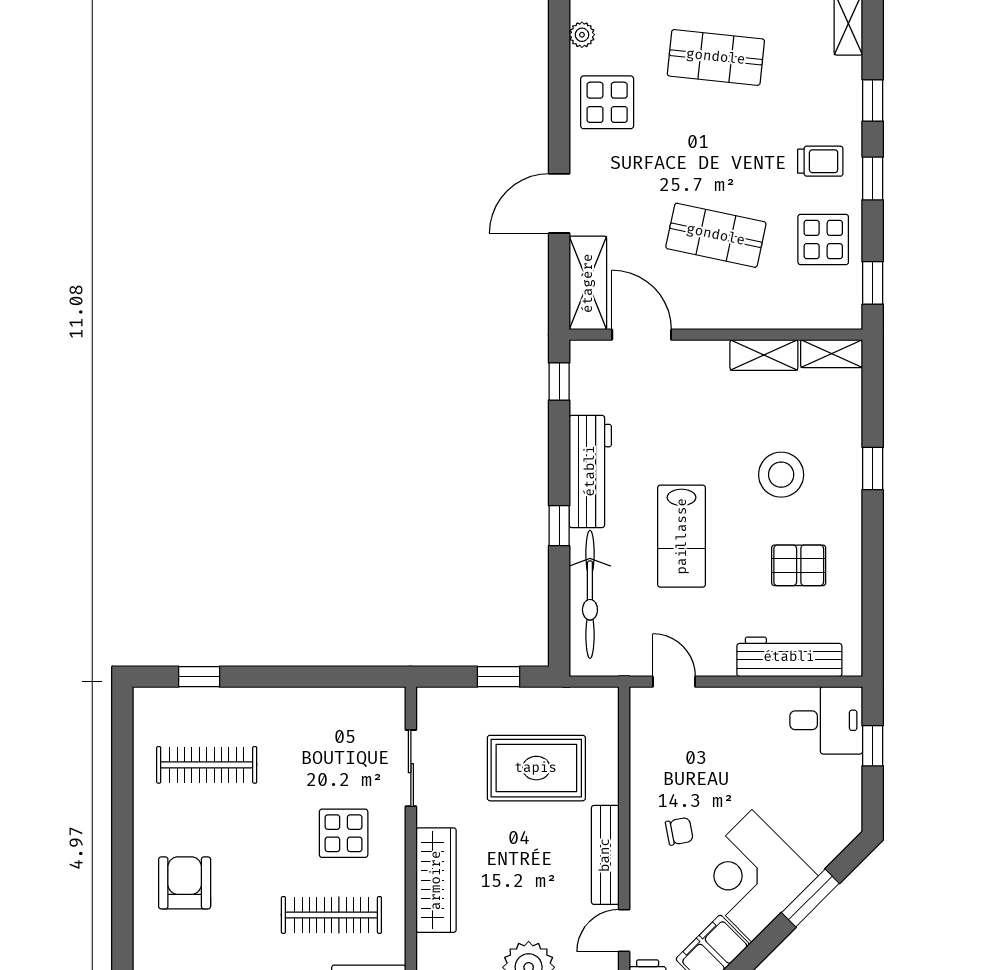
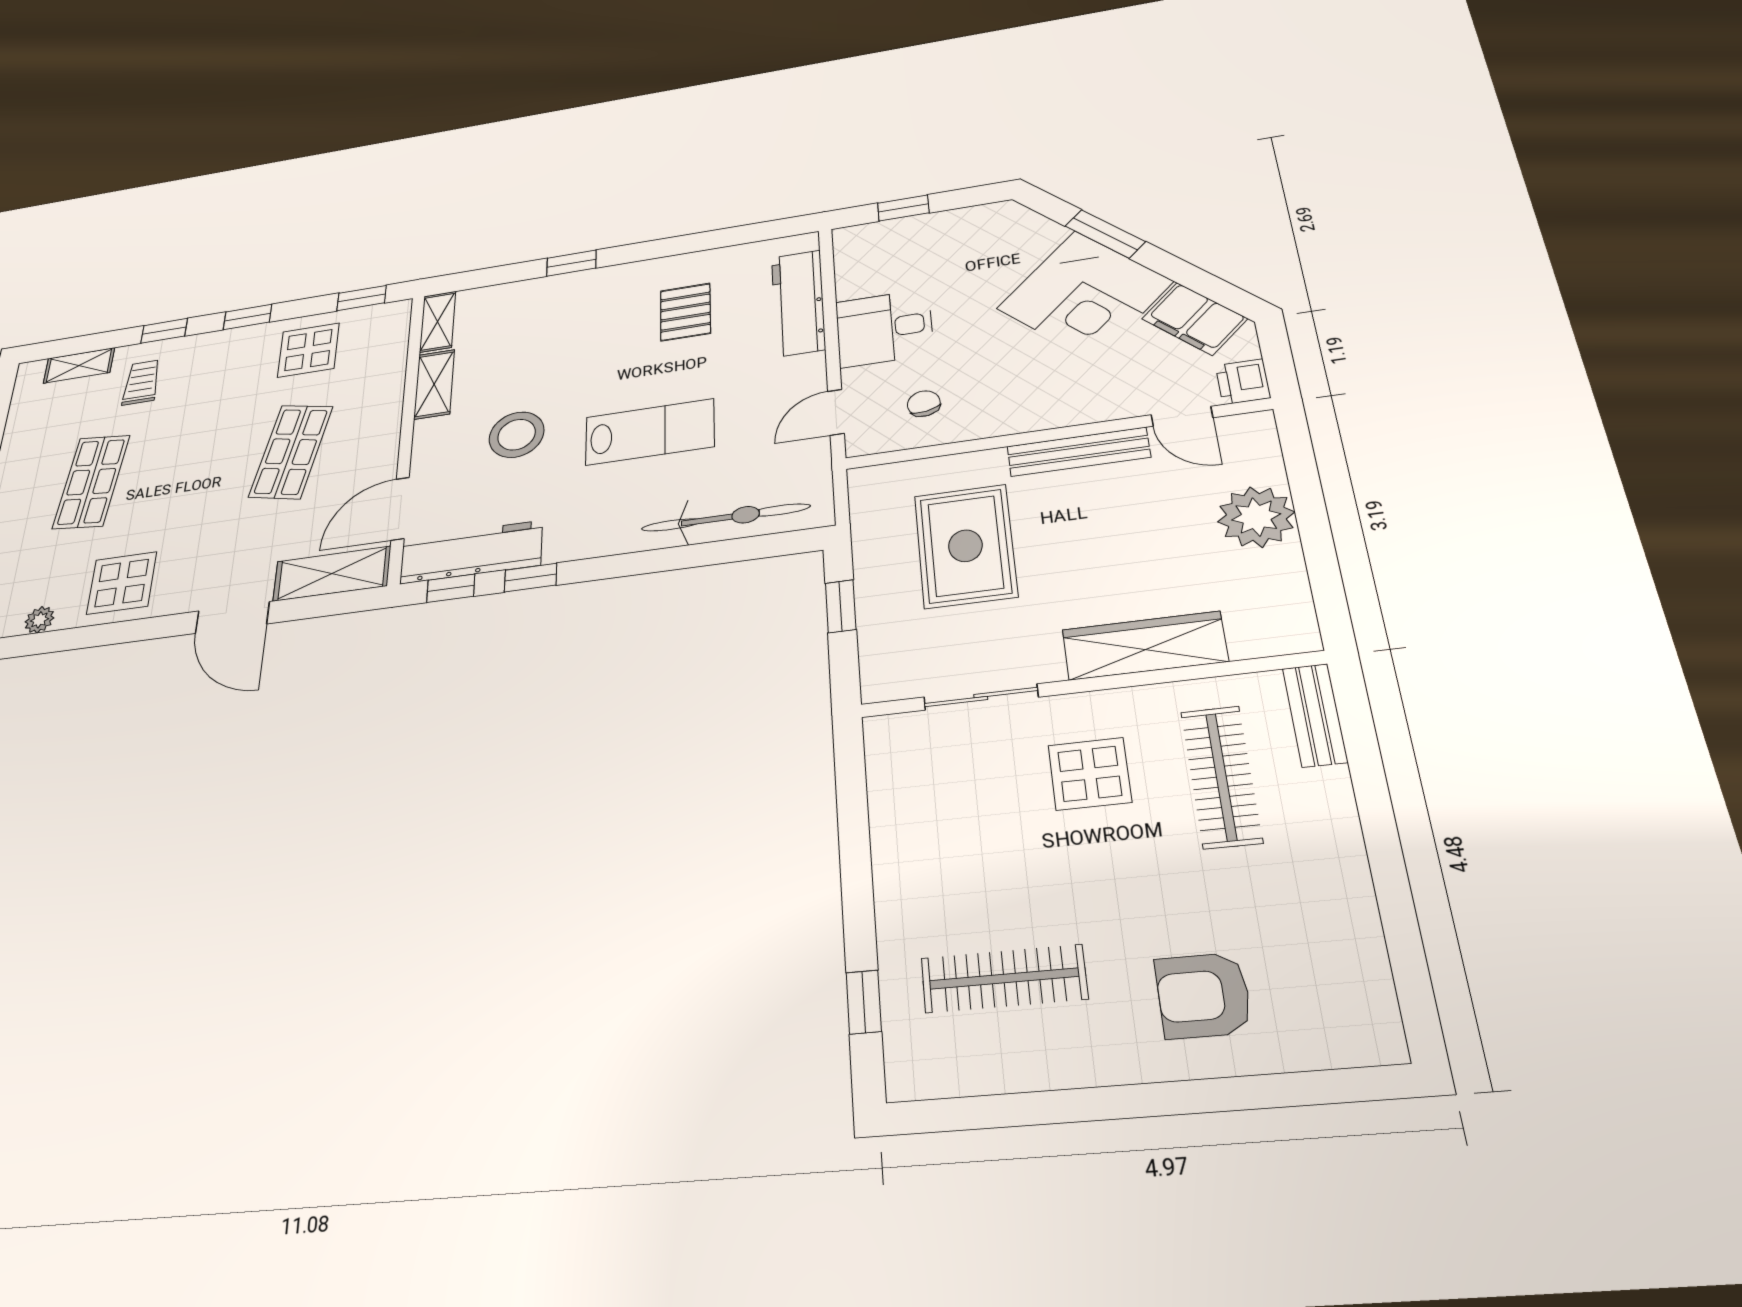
trolley: (820, 161) -> (141, 382), moved
workbench: (590, 471) -> (471, 552), moved
stool: (781, 475) -> (517, 435), moved
window: (559, 526) -> (531, 578), moved
desk: (826, 720) -> (884, 328), moved, turned -90
clothes rail: (207, 765) -> (1004, 979), turned 90
chair: (679, 831) -> (924, 404), moved

